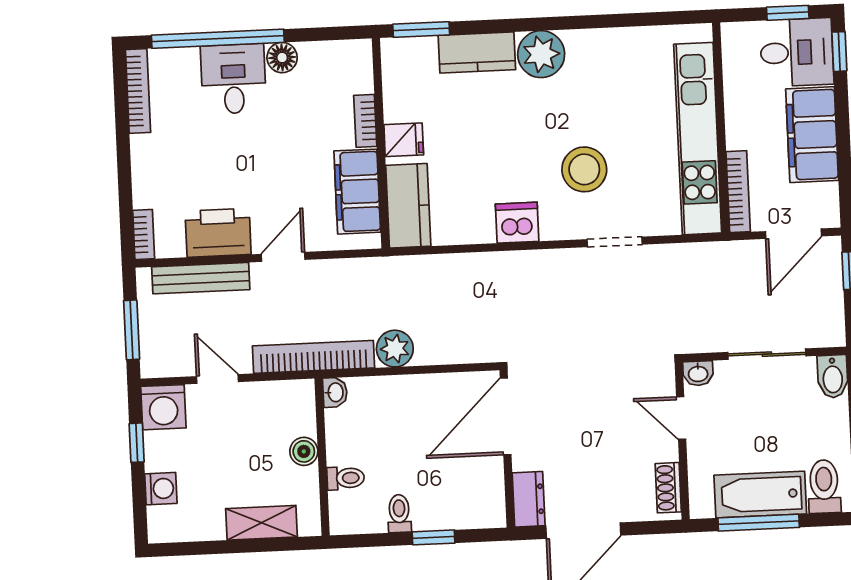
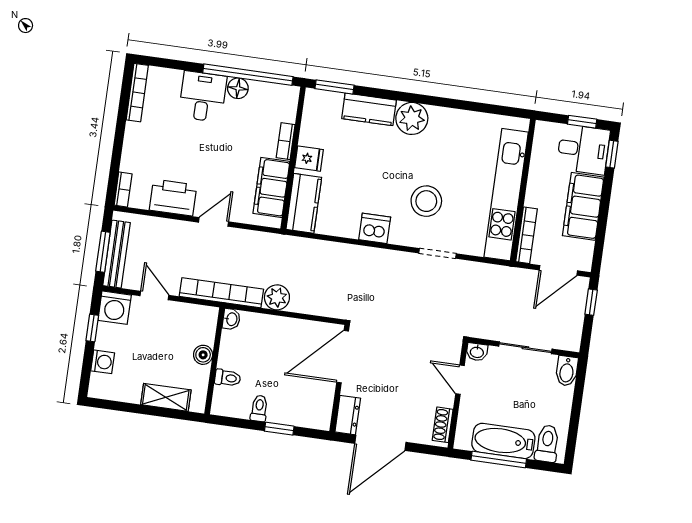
window: (218, 39) -> (248, 75), moved
bench: (201, 278) -> (117, 254), moved, turned 90

